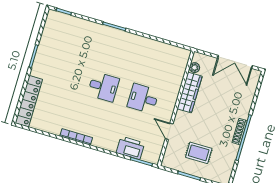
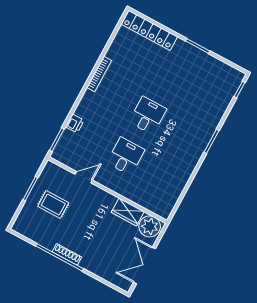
plant: (194, 68) -> (150, 226), width x1.88, depth x1.88
desk: (103, 87) -> (148, 115), turned 180
wardrobe: (190, 93) -> (128, 212), width x0.67
printer: (130, 148) -> (75, 124), width x0.53, depth x0.68
rug: (199, 153) -> (53, 205), turned 90

